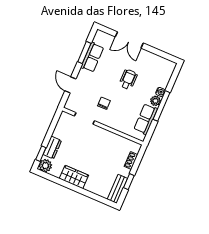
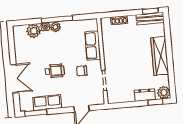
window: (84, 52) -> (36, 113), moved
wheelchair: (128, 79) -> (55, 71), moved, turned 180
plant: (162, 80) -> (34, 31), added
row of seats: (146, 119) -> (93, 46), moved, turned 90
wardrobe: (74, 177) -> (160, 56), width x1.50
window: (129, 182) -> (150, 11), moved

